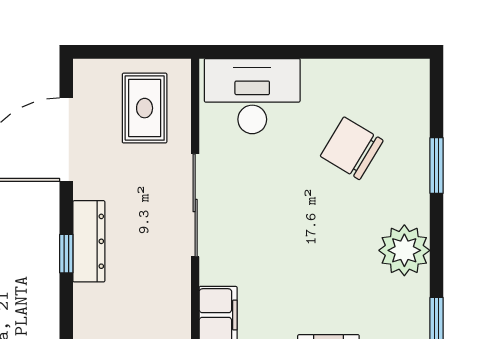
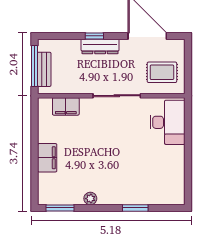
chair: (352, 148) -> (143, 169), removed
plant: (404, 250) -> (90, 199), width x0.53, depth x0.53

